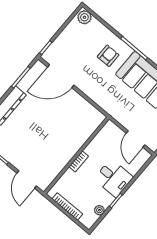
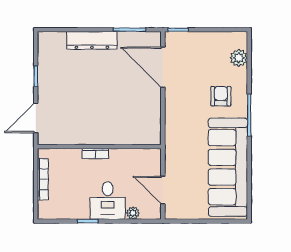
plant: (84, 17) -> (239, 58), moved
armchair: (108, 56) -> (221, 96), turned -90
door: (135, 139) -> (163, 190), hinge flipped
plant: (99, 210) -> (133, 213), moved

